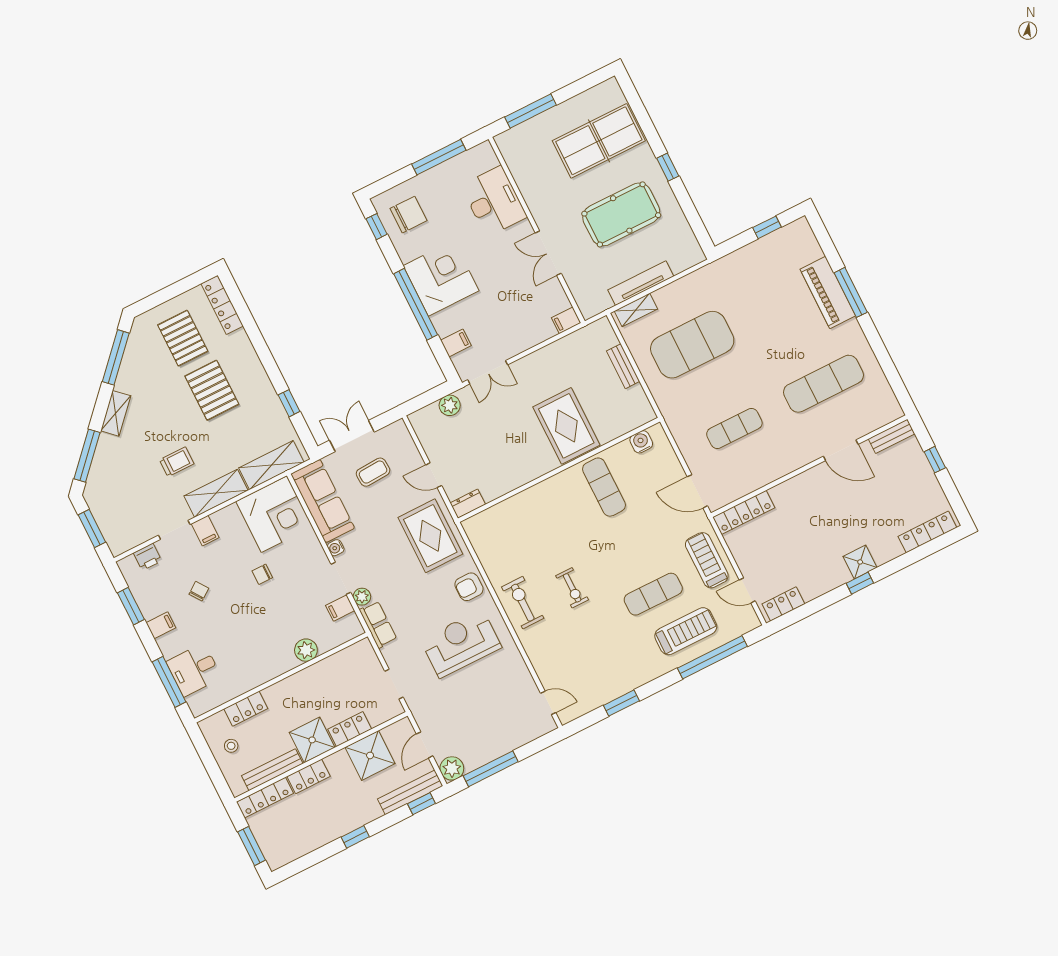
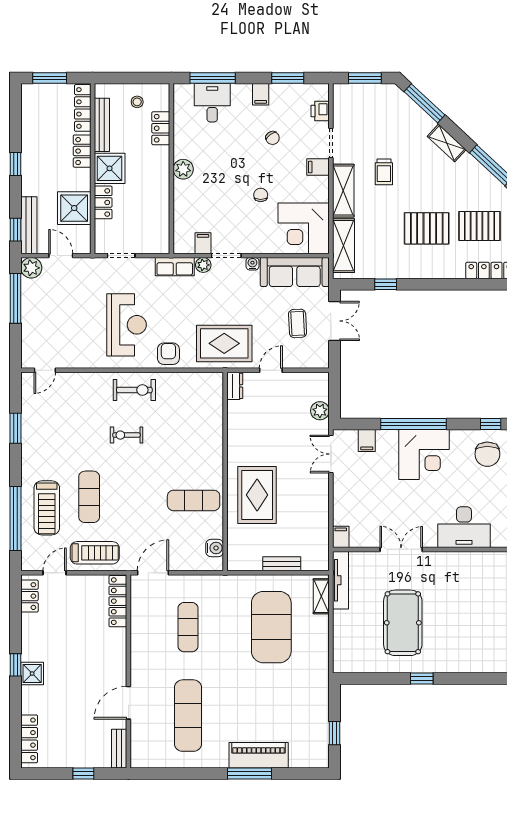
table tennis table: (599, 141) -> (470, 634), removed
tv unit: (641, 283) -> (341, 580), moved
rug: (566, 426) -> (257, 495), turned 90
plant: (306, 650) -> (183, 169), moved

